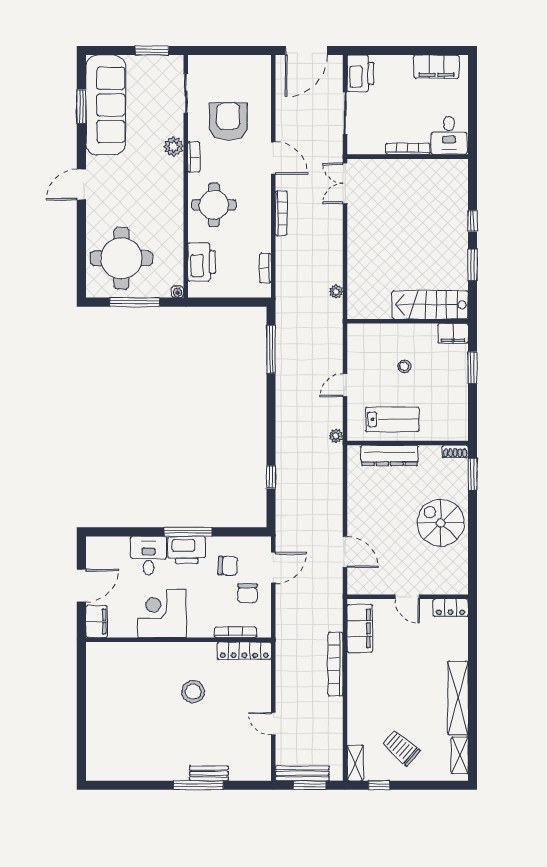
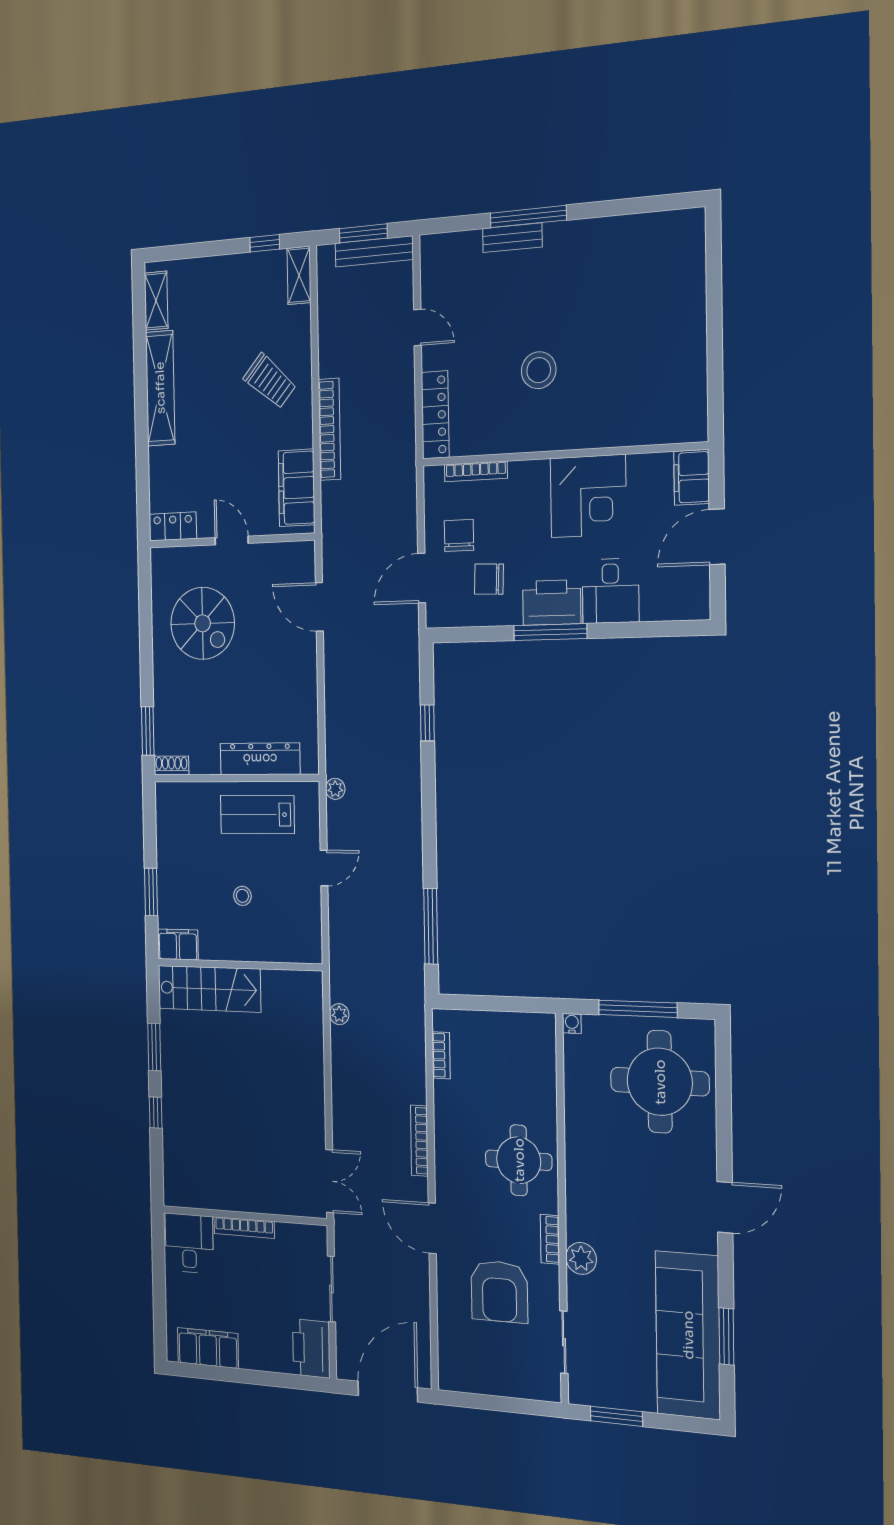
printer: (202, 262) -> (536, 1070), removed
spiral stairs: (441, 523) -> (203, 623), moved
locker: (244, 651) -> (435, 415), moved, turned 90
trolley: (401, 748) -> (270, 381), moved

